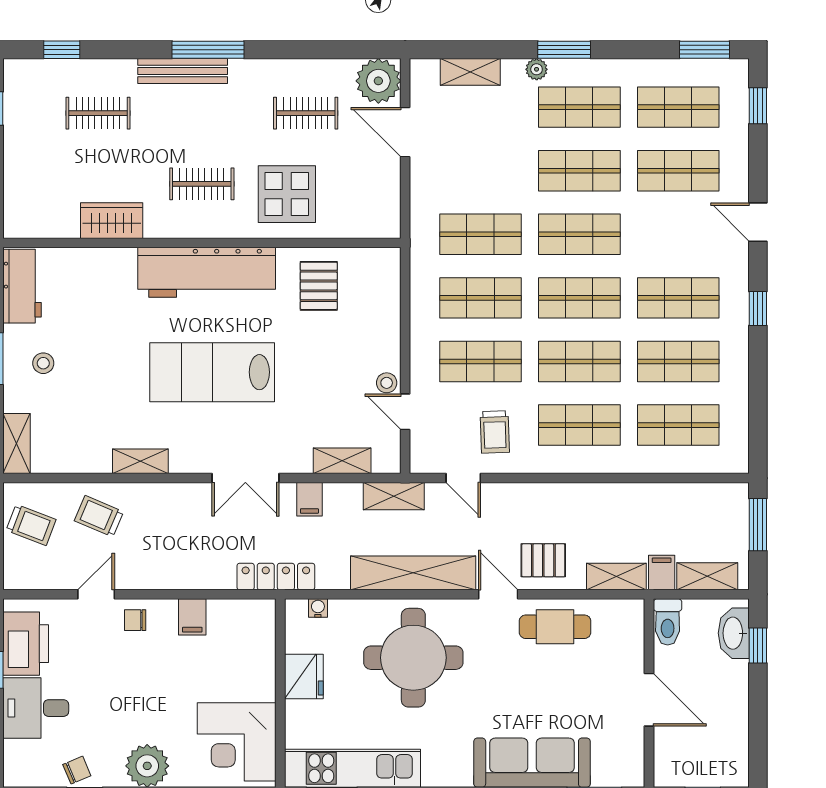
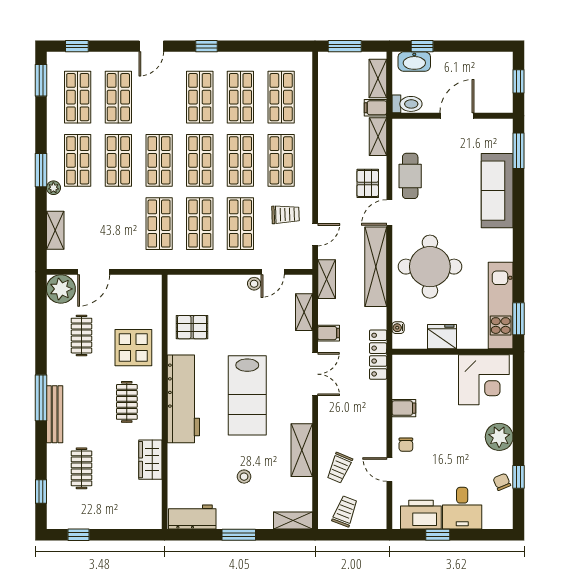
stool: (43, 363) -> (244, 477), moved
shelving: (140, 461) -> (302, 450), width x1.50, depth x1.33

